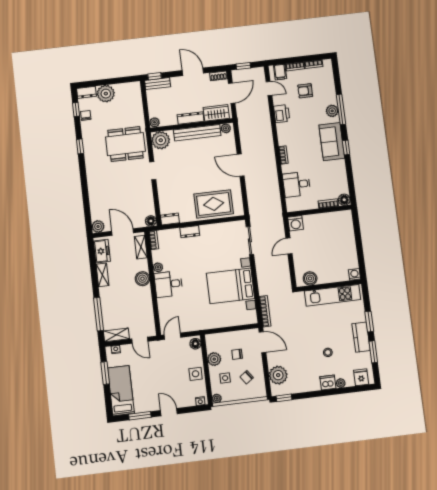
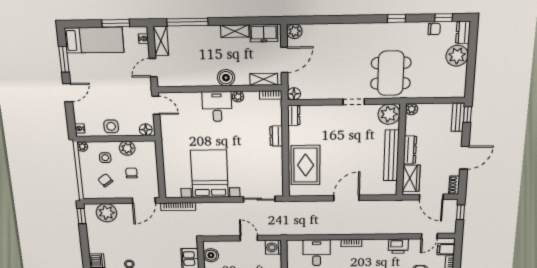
plant: (226, 128) -> (391, 187), removed

